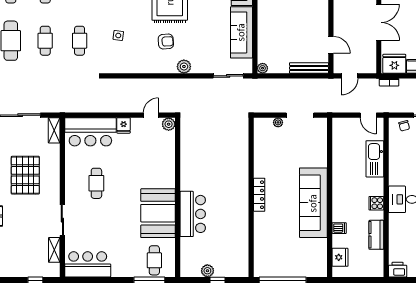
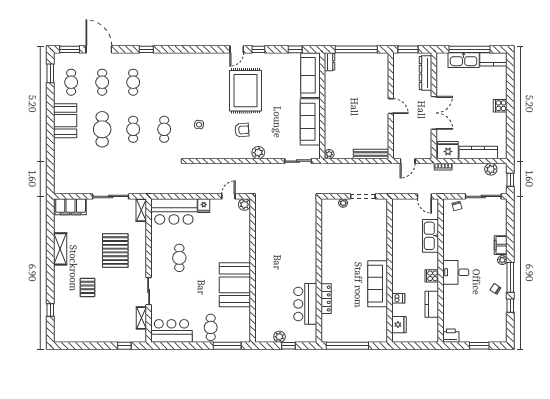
door: (331, 45) -> (391, 106), moved
locker: (259, 195) -> (326, 299), moved
sofa: (313, 203) -> (378, 284), width x0.74, depth x0.79
bar counter: (193, 214) -> (305, 304), moved, turned 180
cafe table: (154, 260) -> (211, 327), moved

